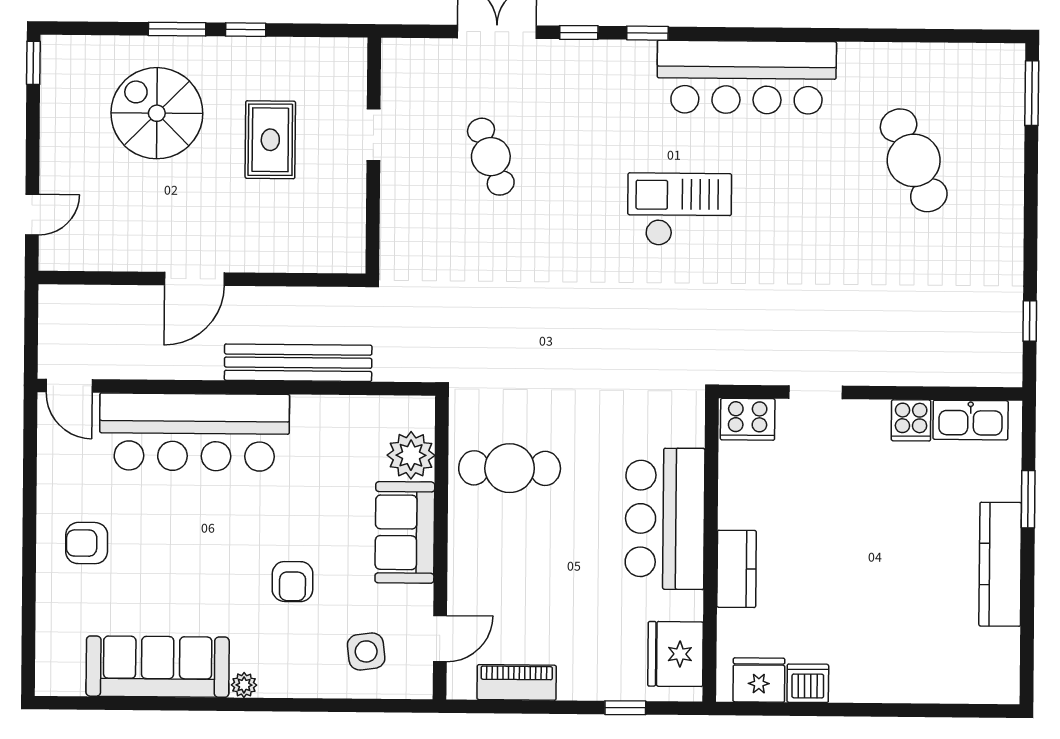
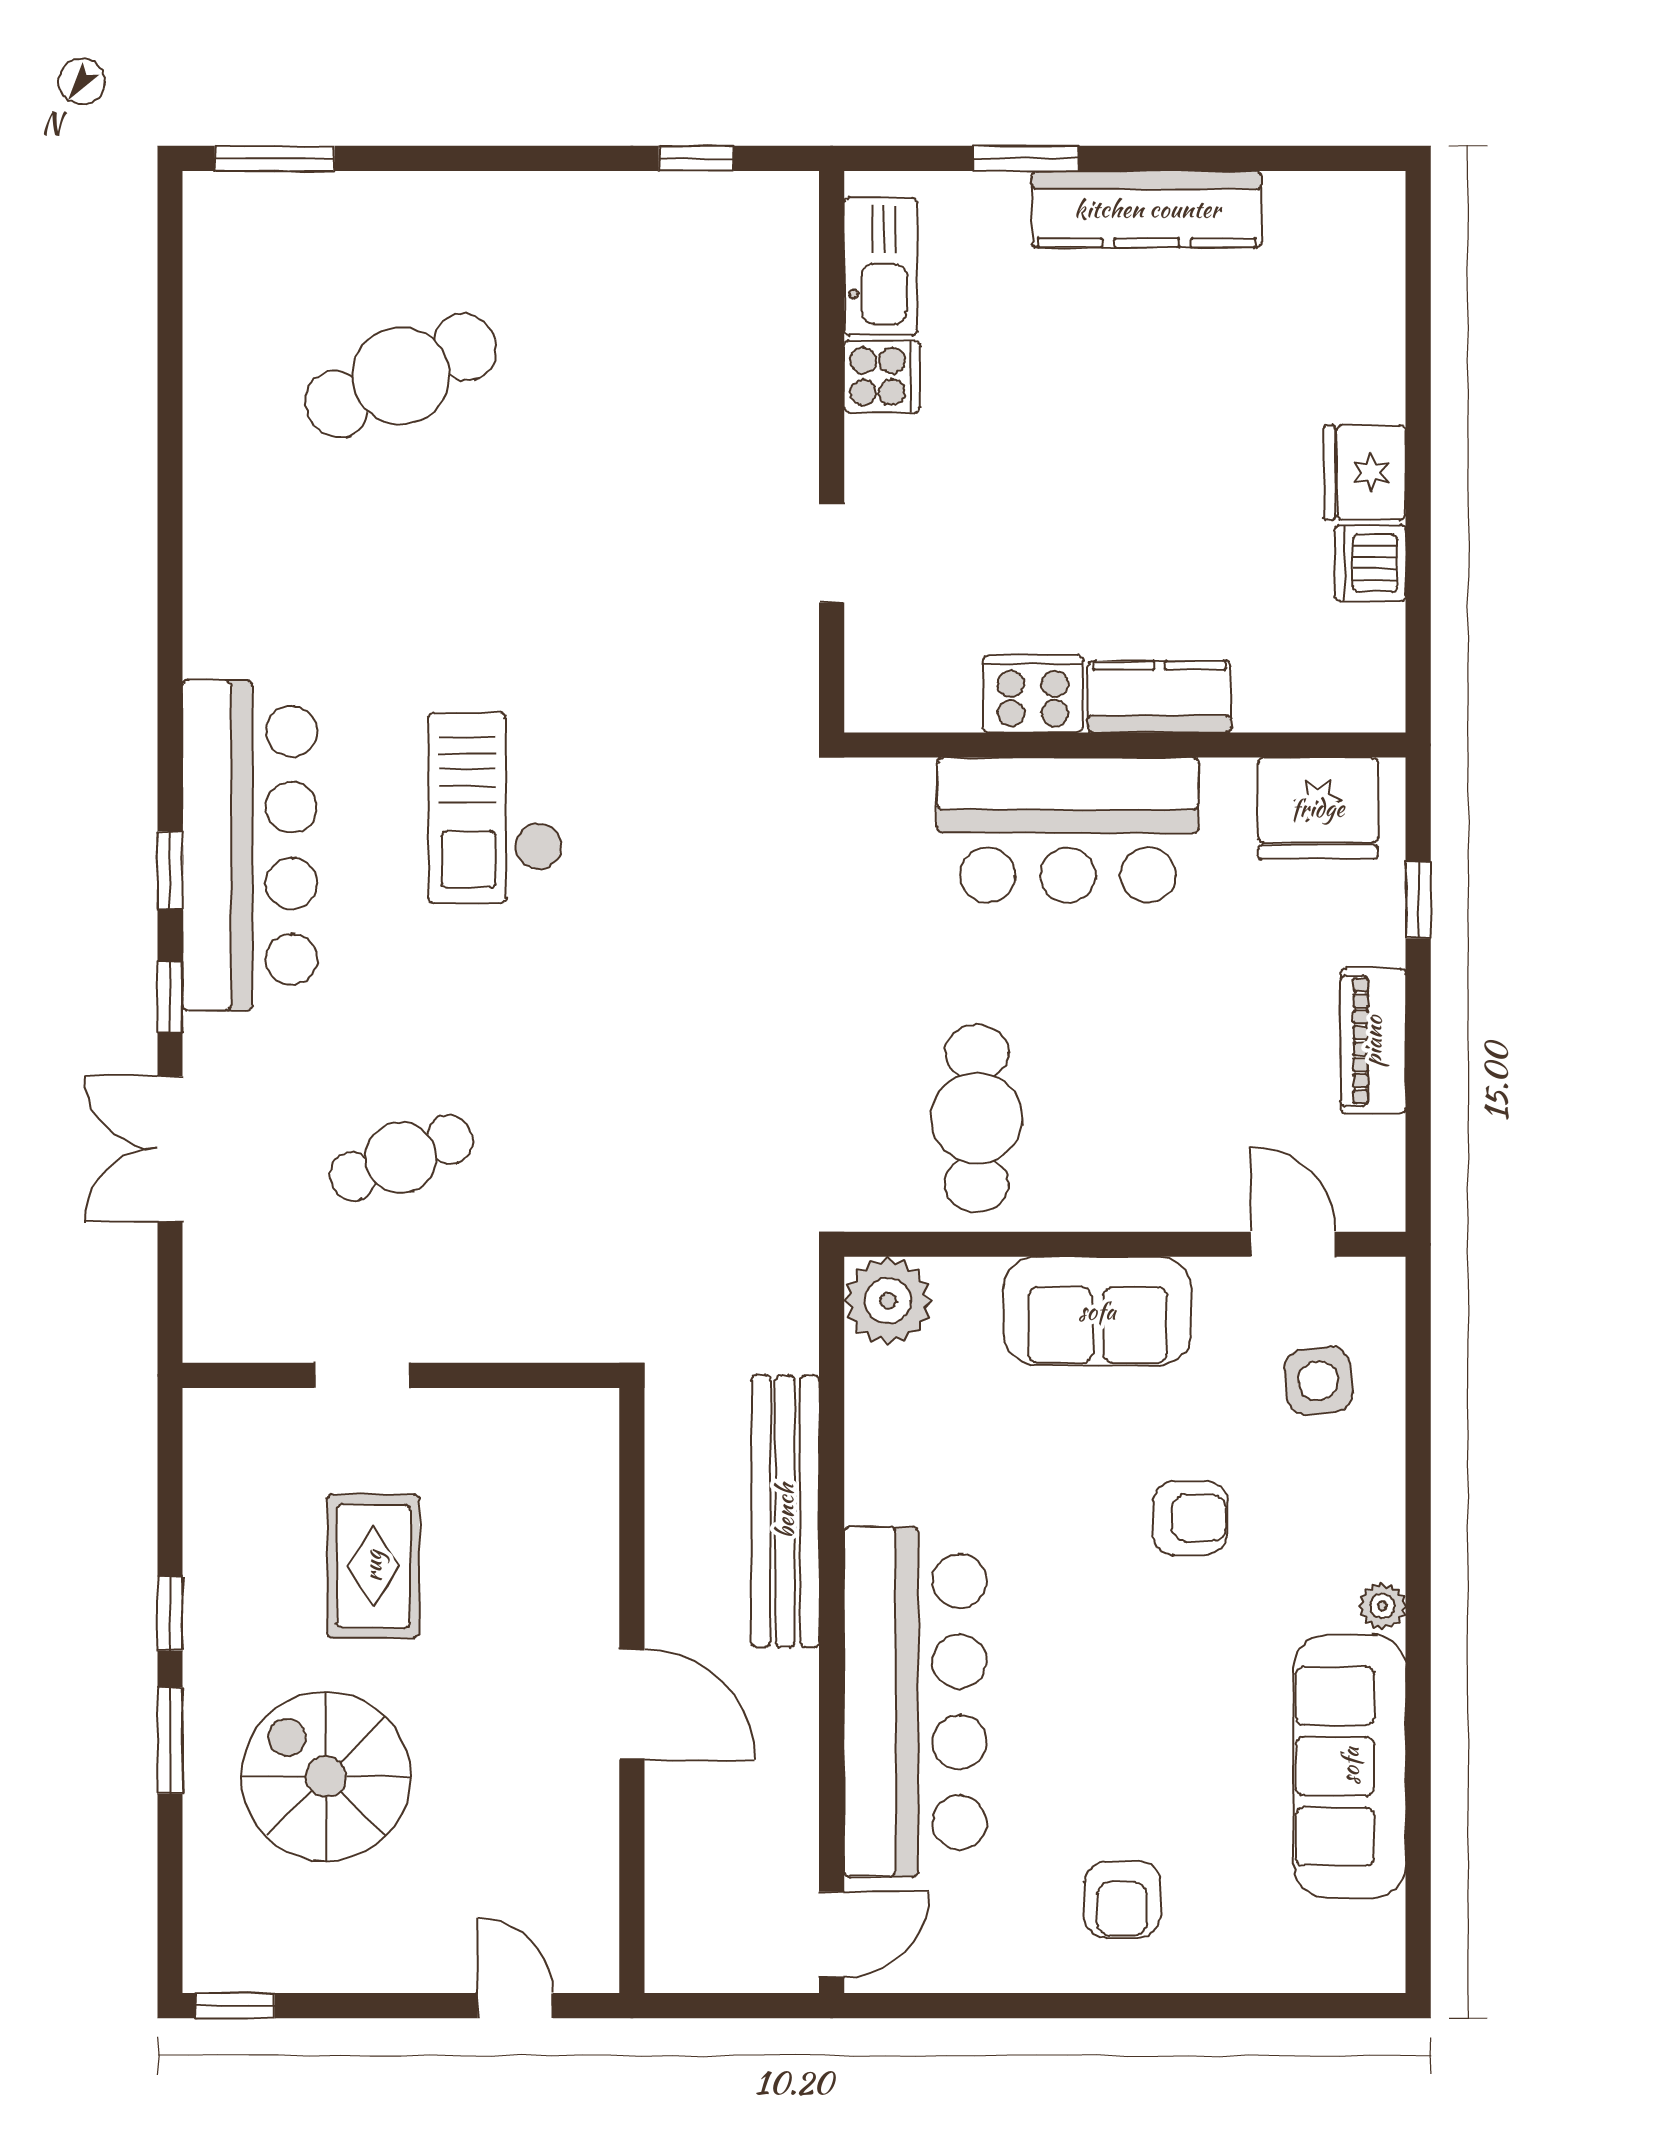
bar counter: (747, 77) -> (250, 845), moved
spiral stairs: (157, 113) -> (326, 1776), turned 90
rug: (270, 140) -> (373, 1566), turned 90
cooker: (748, 419) -> (1033, 694), moved, turned -90
plant: (411, 455) -> (888, 1301), moved
fridge: (759, 680) -> (1365, 473), moved
piano: (517, 682) -> (1373, 1041), moved

